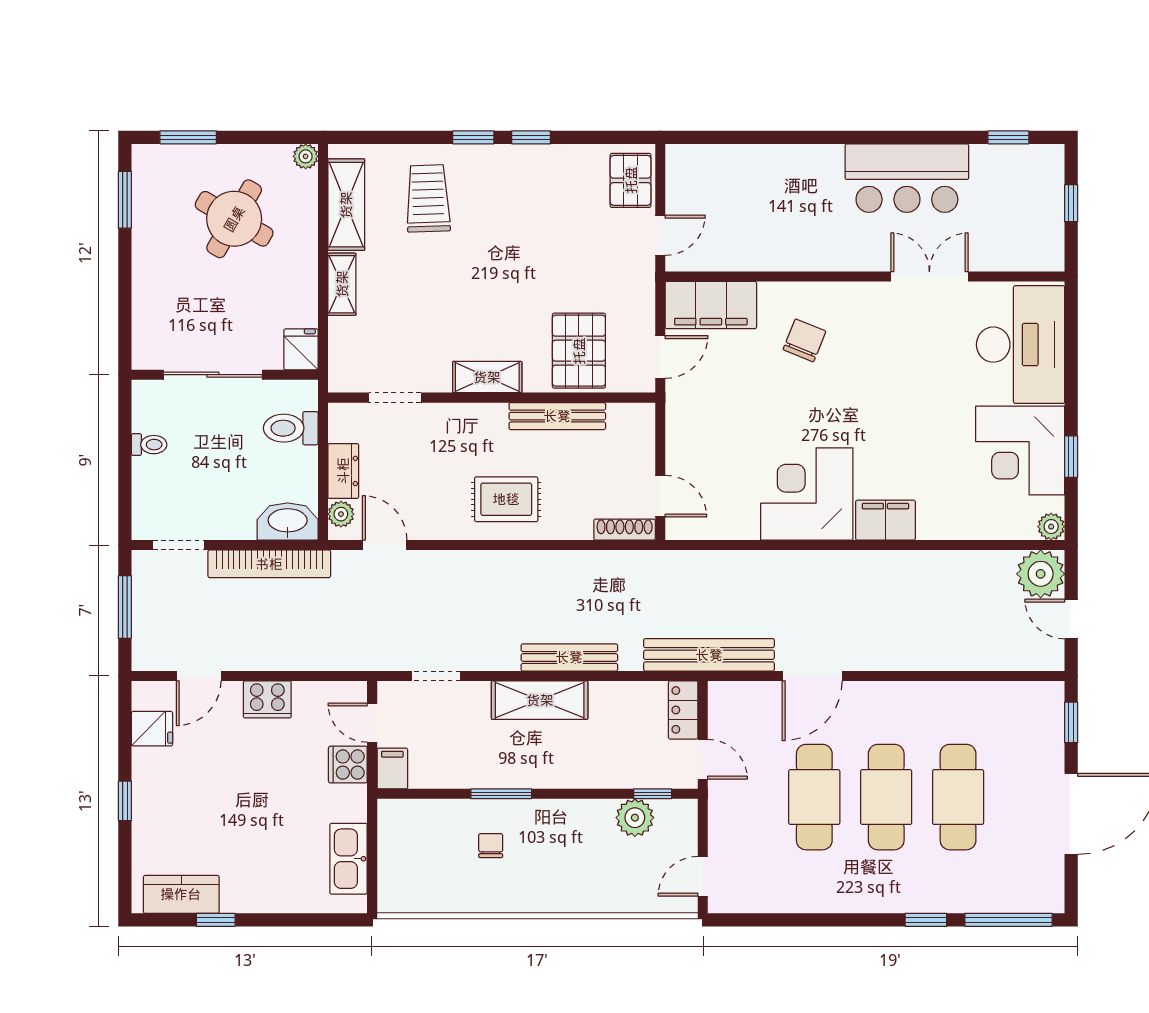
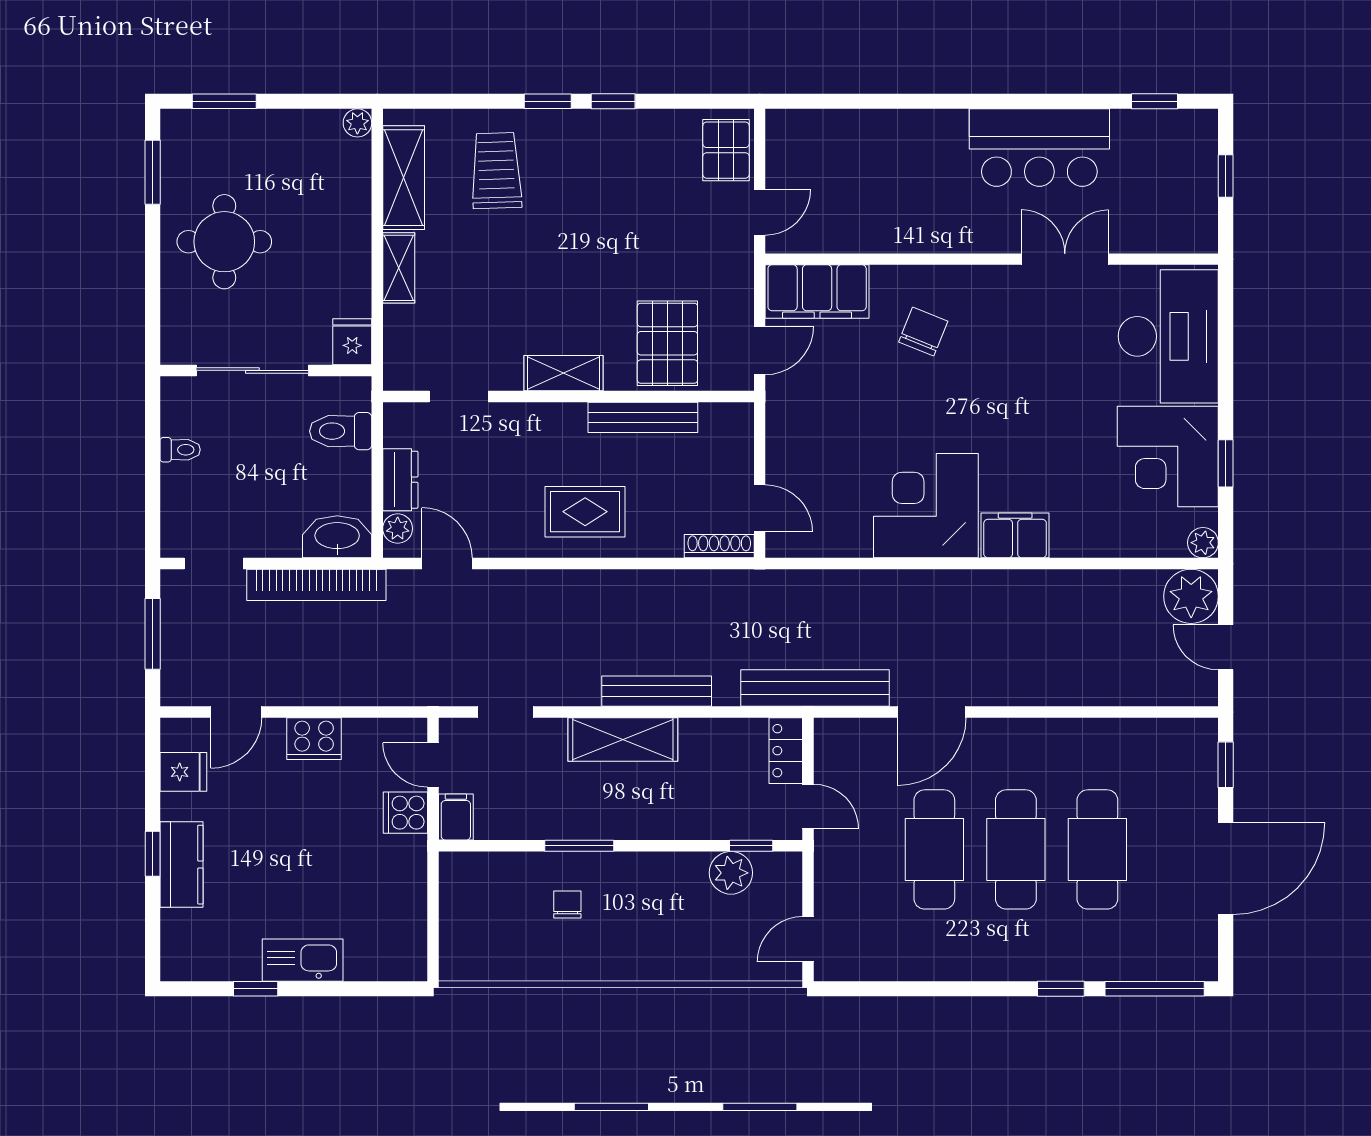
round table: (234, 219) -> (224, 242), moved, turned -30
kitchen sink: (349, 859) -> (303, 960), moved, turned 90
kitchen counter: (181, 894) -> (182, 865), moved, turned 90

